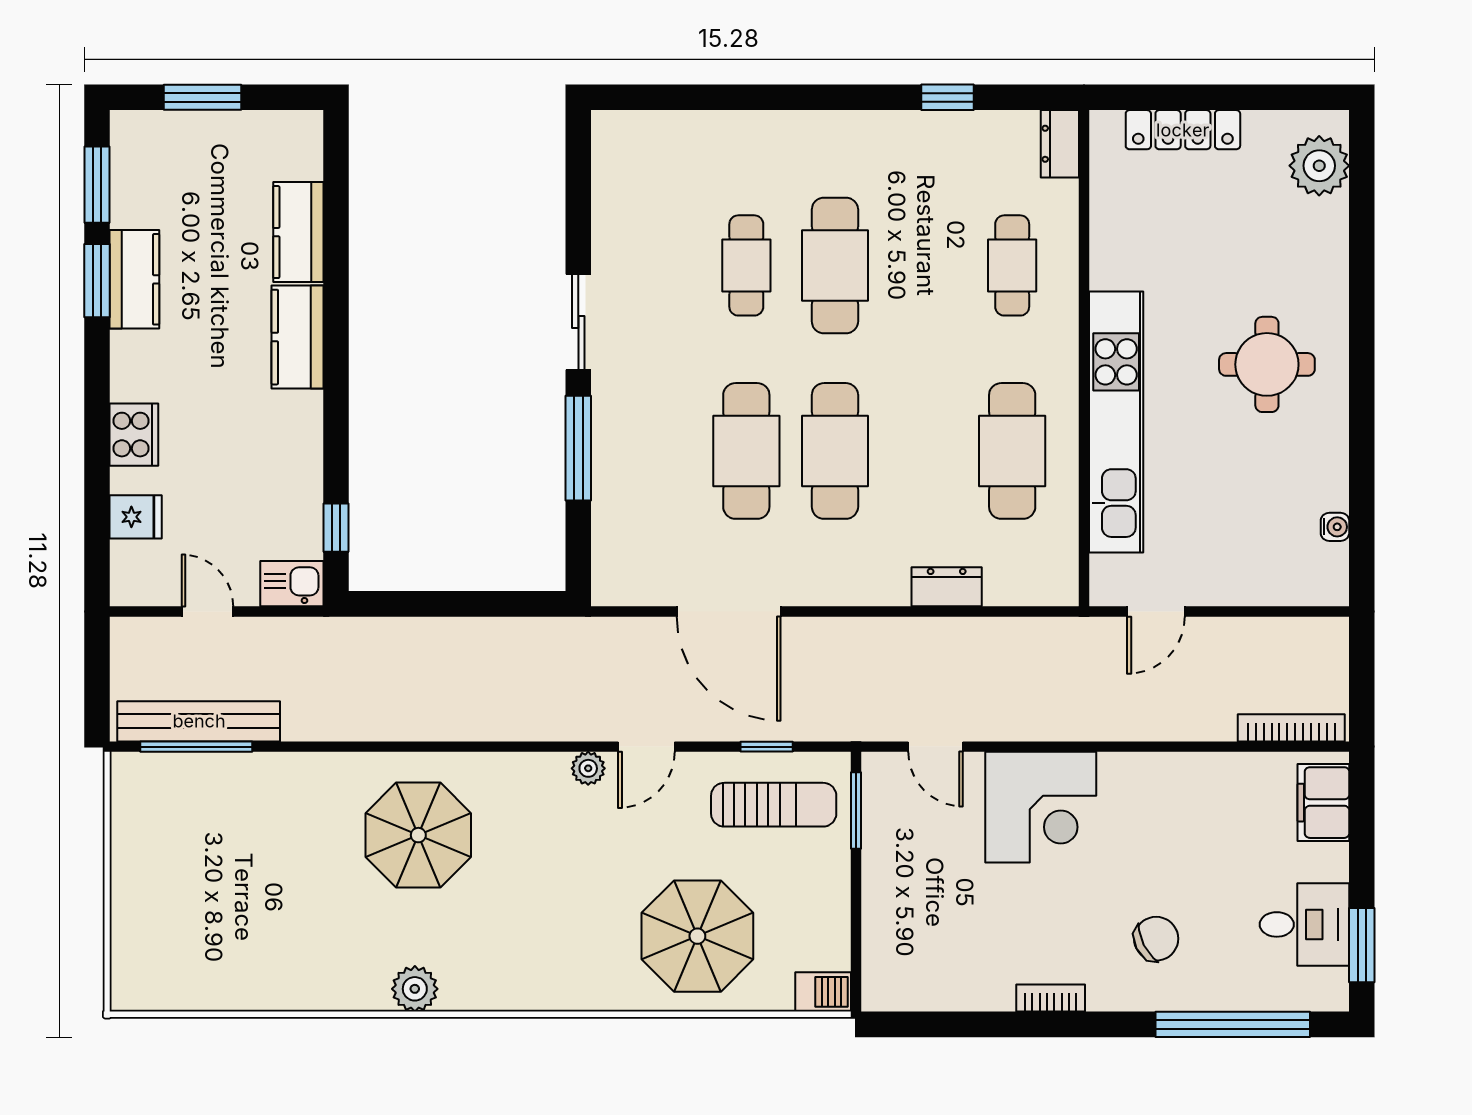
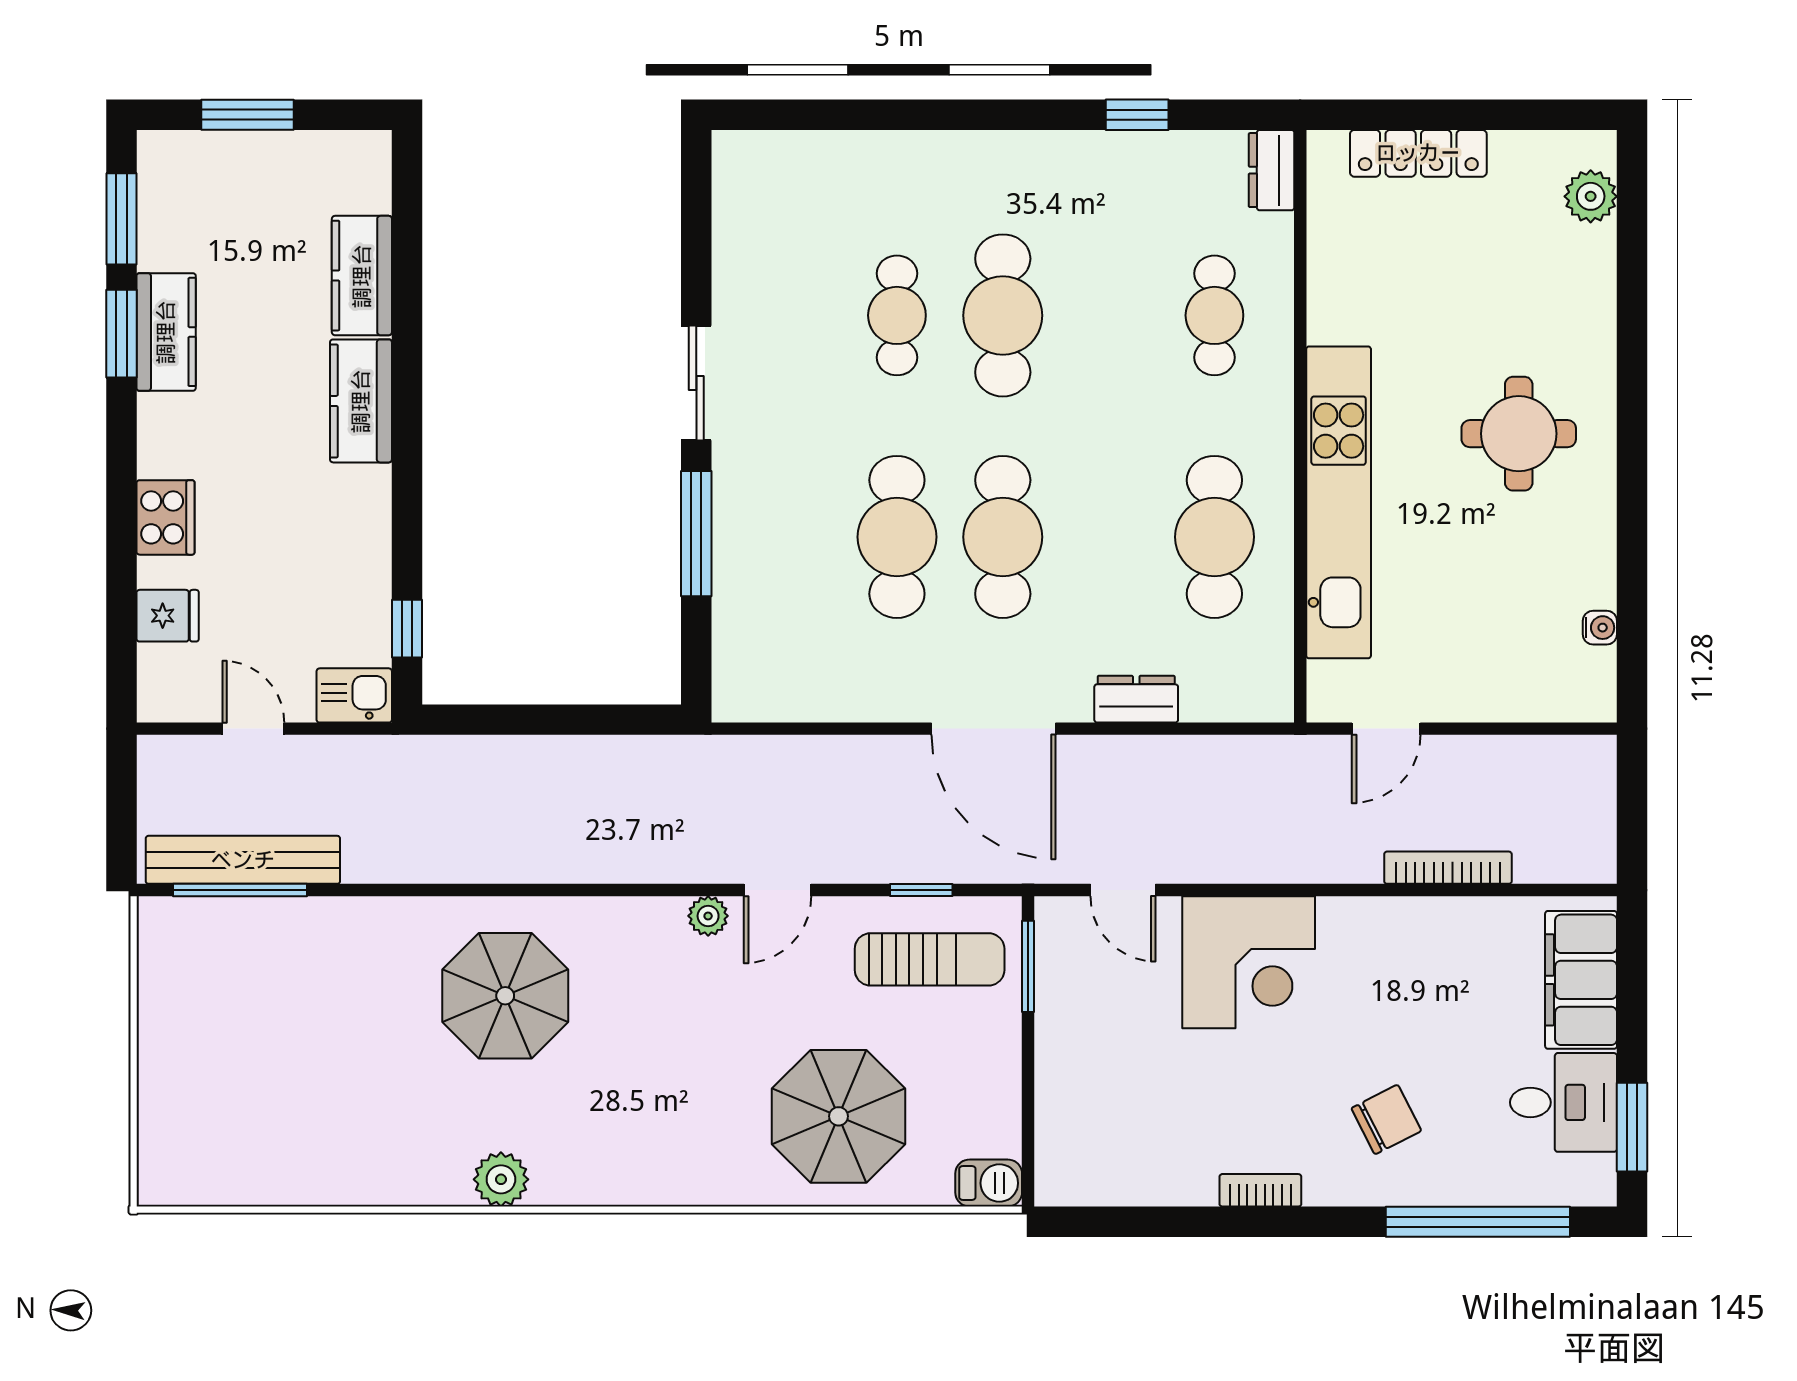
plant: (1319, 166) -> (1591, 196), width x0.73, depth x0.73
door: (729, 612) -> (994, 729), moved
bookcase: (1291, 728) -> (1448, 868), moved
filing cabinet: (1323, 803) -> (1581, 980), width x1.50, depth x1.17

